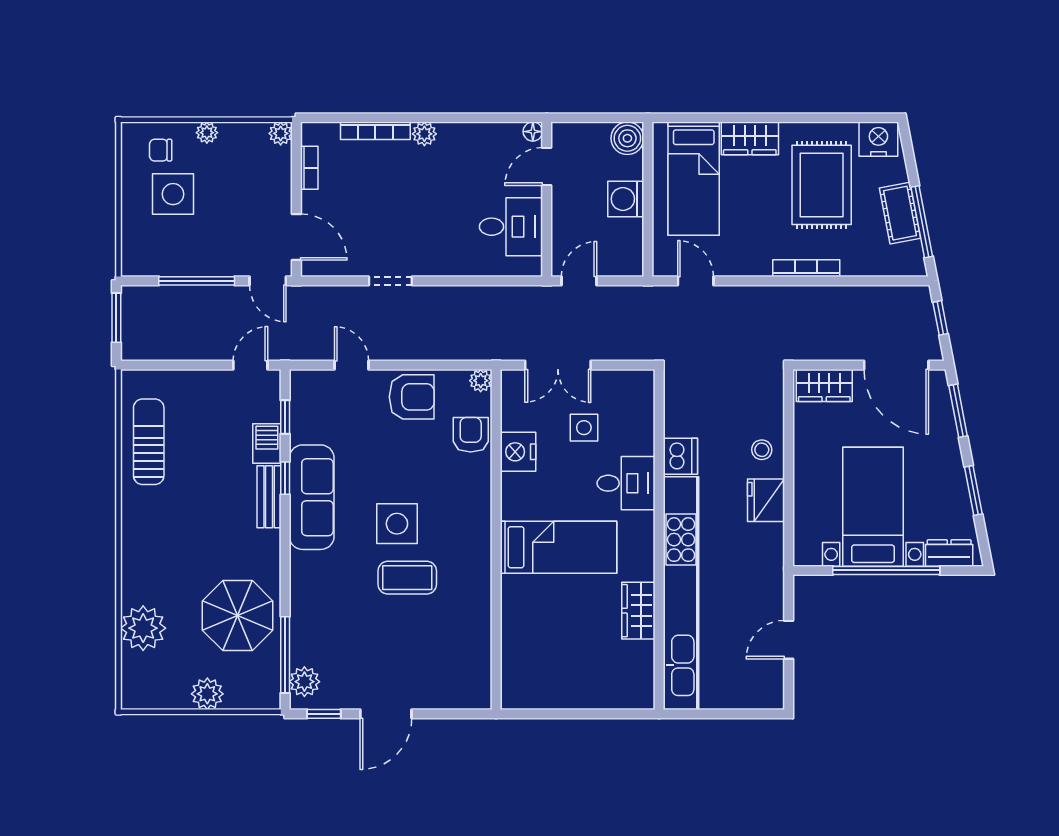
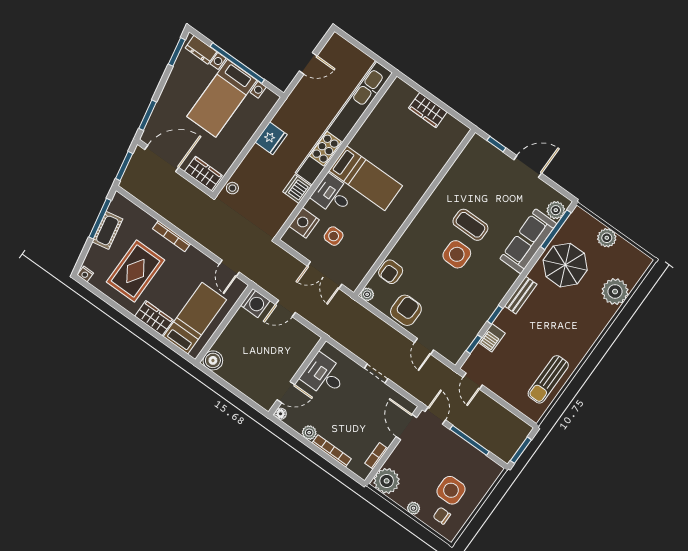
floor lamp: (533, 132) -> (281, 414), moved
plant: (281, 133) -> (387, 481), width x1.87, depth x1.87
nightstand: (878, 139) -> (85, 274), width x0.53, depth x0.56
chair: (161, 150) -> (442, 516), turned 180
door: (547, 167) -> (286, 392), moved
wall: (547, 199) -> (297, 376), moved
washing machine: (626, 199) -> (255, 303), moved
desk: (511, 227) -> (324, 375), moved
window: (940, 318) -> (124, 166), width x1.50
door: (250, 365) -> (473, 381), hinge flipped
double door: (558, 365) -> (325, 275), swing flipped
door: (896, 365) -> (162, 158), hinge flipped
armchair: (412, 397) -> (406, 310), turned 90
stool: (762, 450) -> (232, 188), moved
nightstand: (518, 452) -> (304, 223), moved, turned 180
window: (973, 491) -> (177, 52), moved
bench: (269, 497) -> (521, 295), moved
sofa: (312, 497) -> (528, 241), moved
bed: (558, 547) -> (366, 178), moved, turned 180
wardrobe: (638, 611) -> (428, 110), moved, turned 90
window: (324, 714) -> (496, 144), moved

